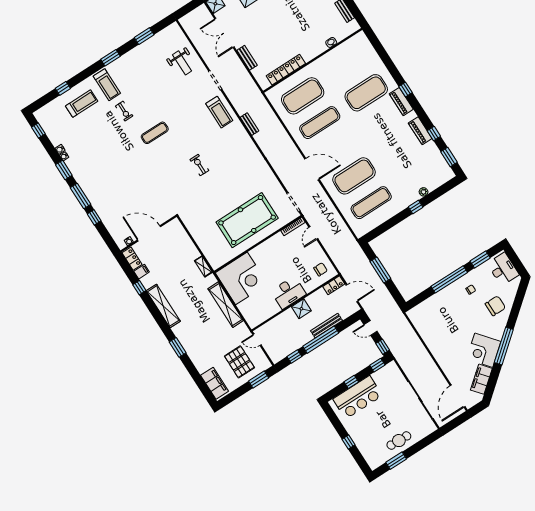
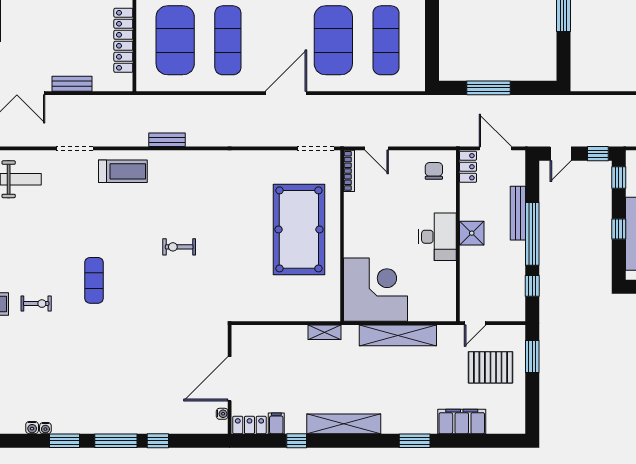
door: (352, 293) -> (495, 148), hinge flipped
filing cabinet: (215, 383) -> (462, 421), moved

